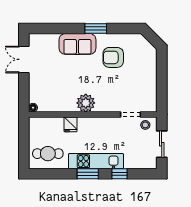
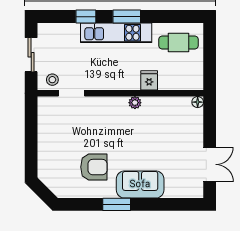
plant: (86, 103) -> (135, 103), width x0.53, depth x0.53

